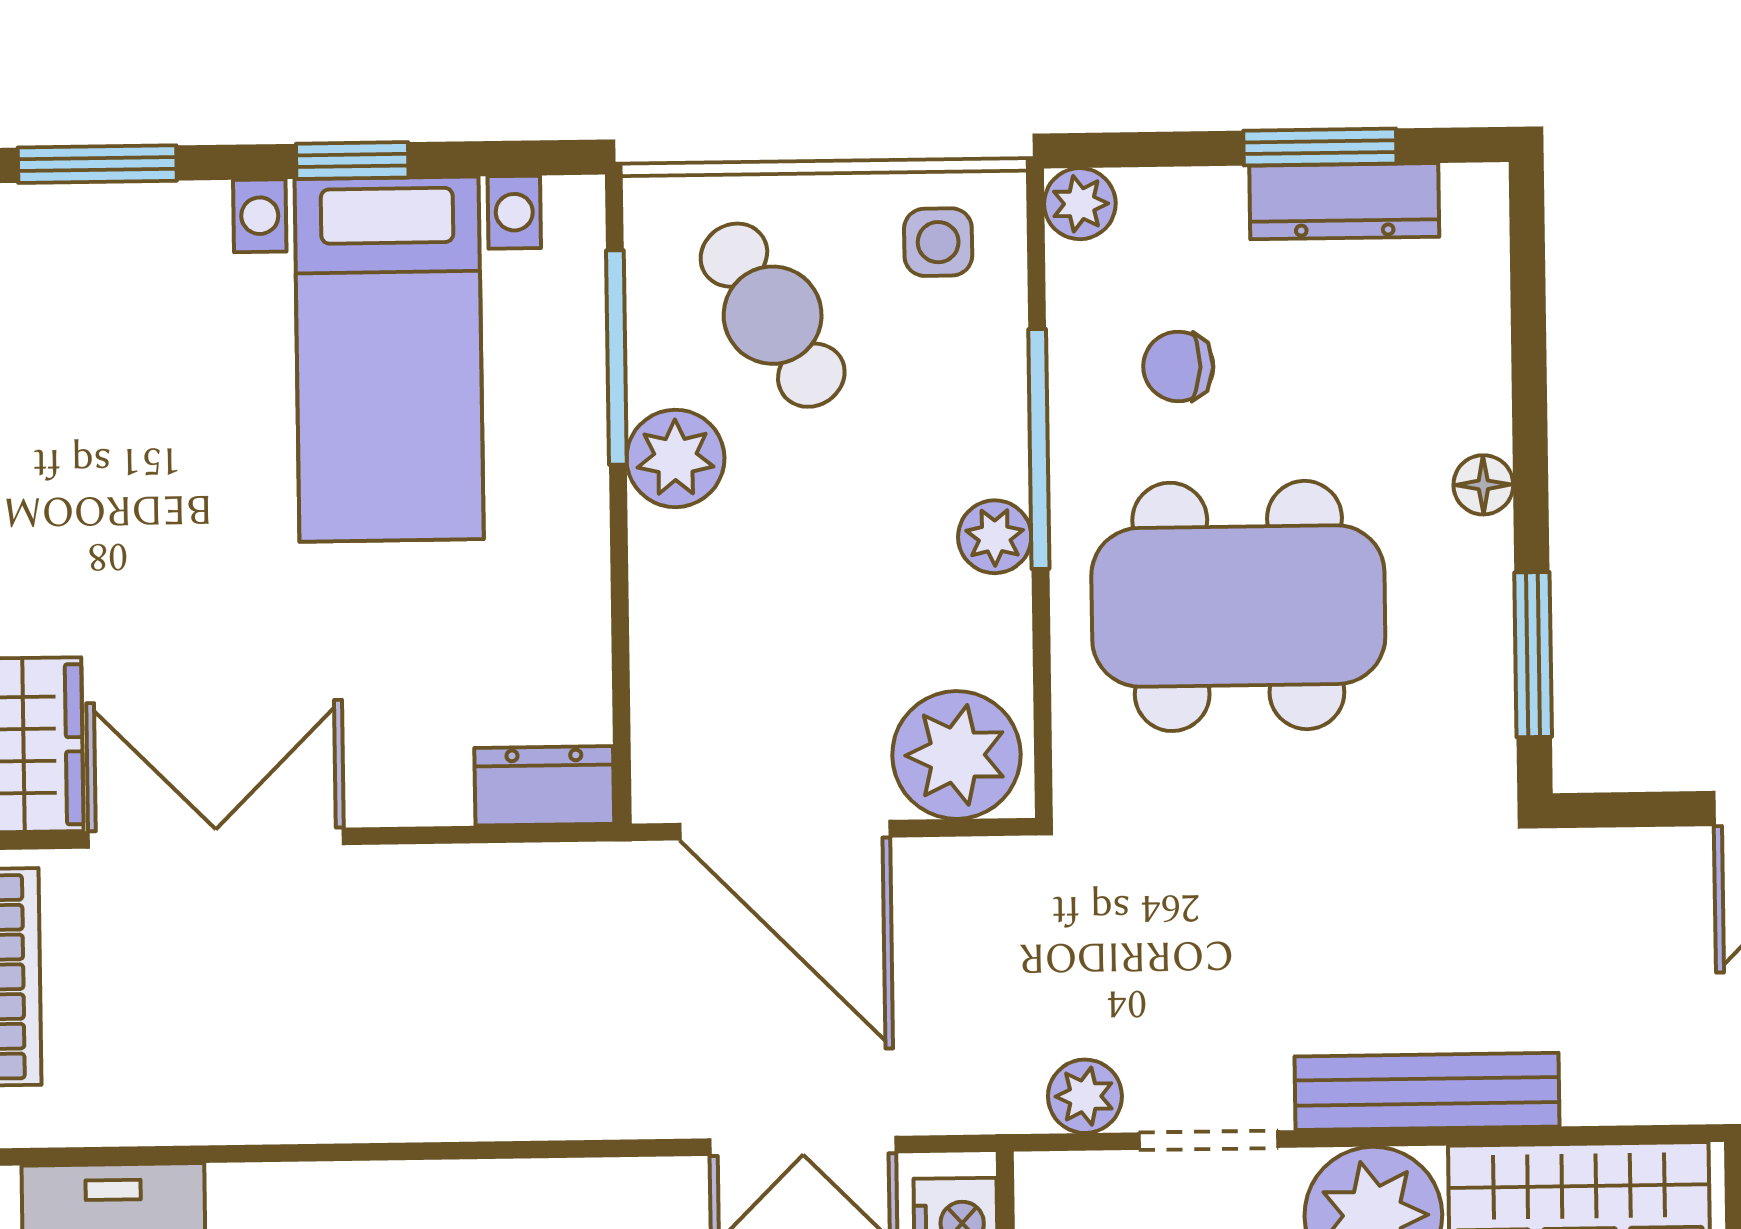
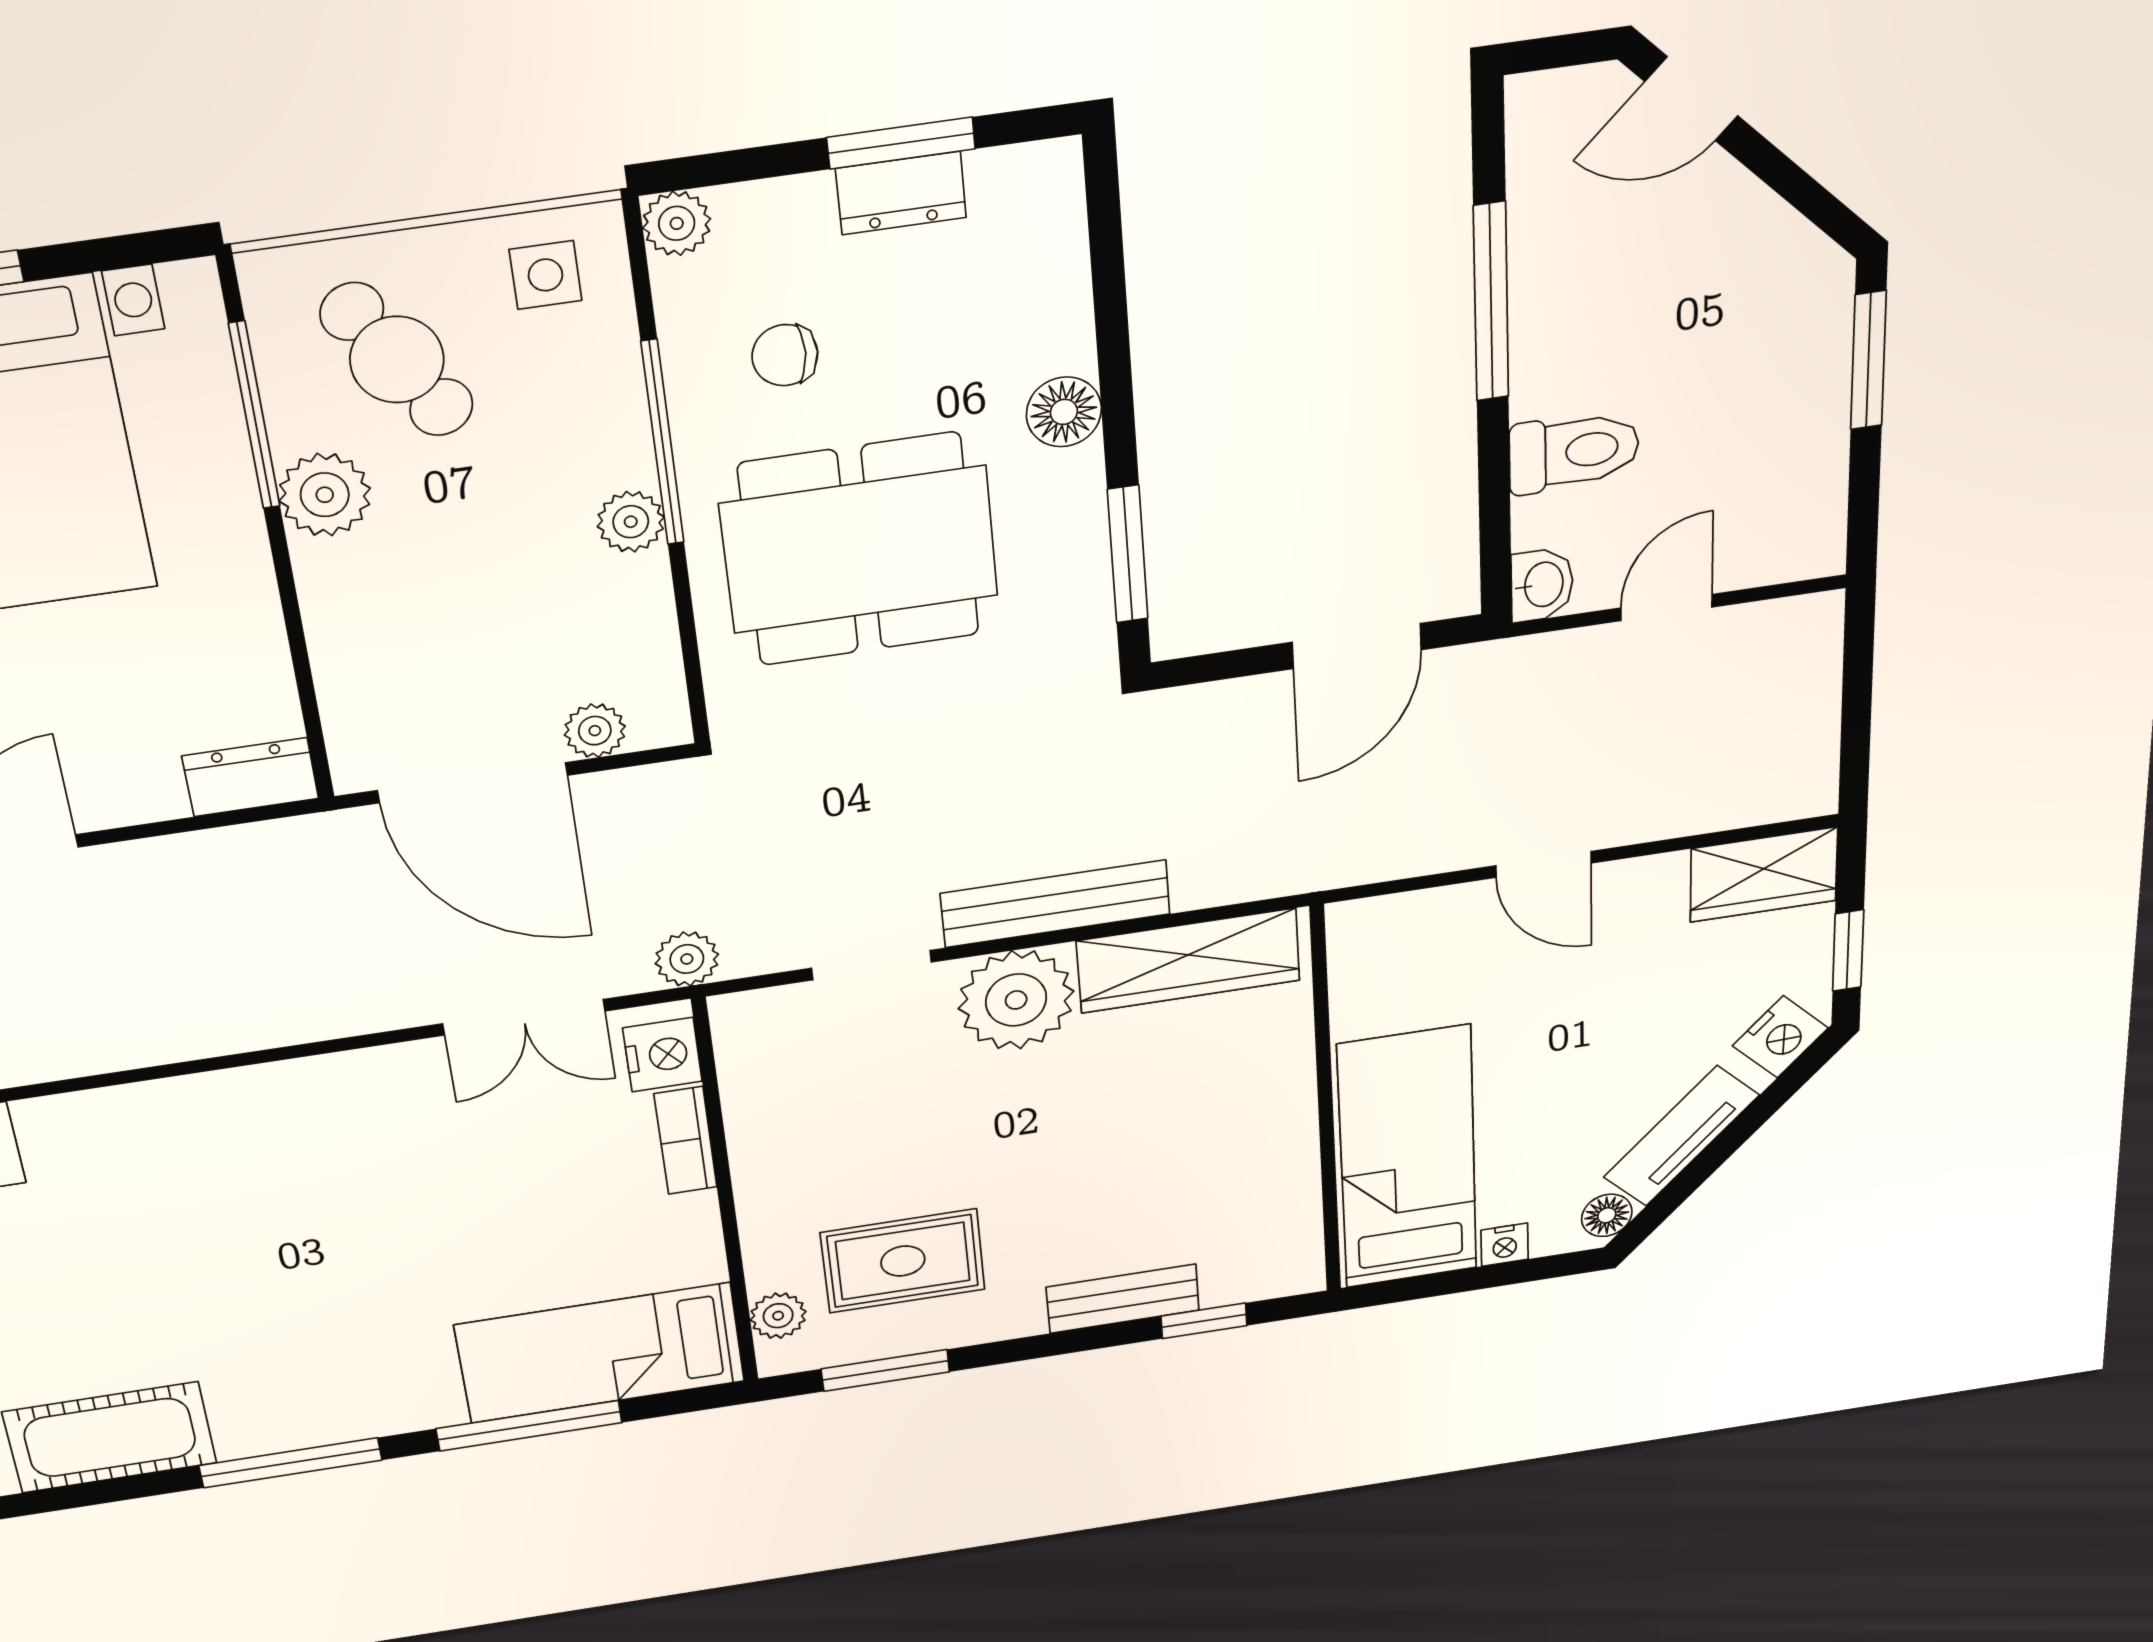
dresser: (1344, 201) -> (901, 193), width x0.70
floor lamp: (1483, 485) -> (1064, 412), width x1.37, depth x1.37
plant: (956, 755) -> (595, 731), width x0.53, depth x0.53
plant: (1085, 1096) -> (687, 959), moved

